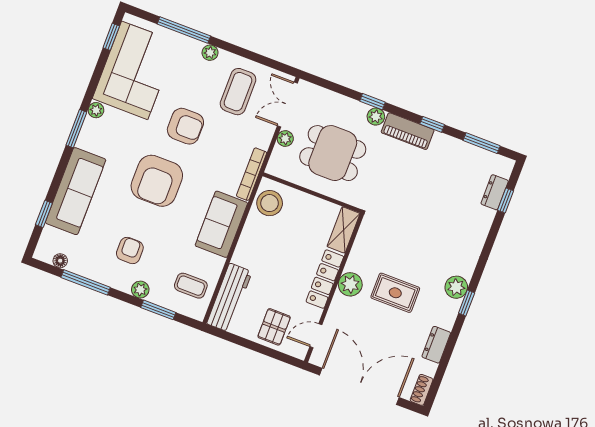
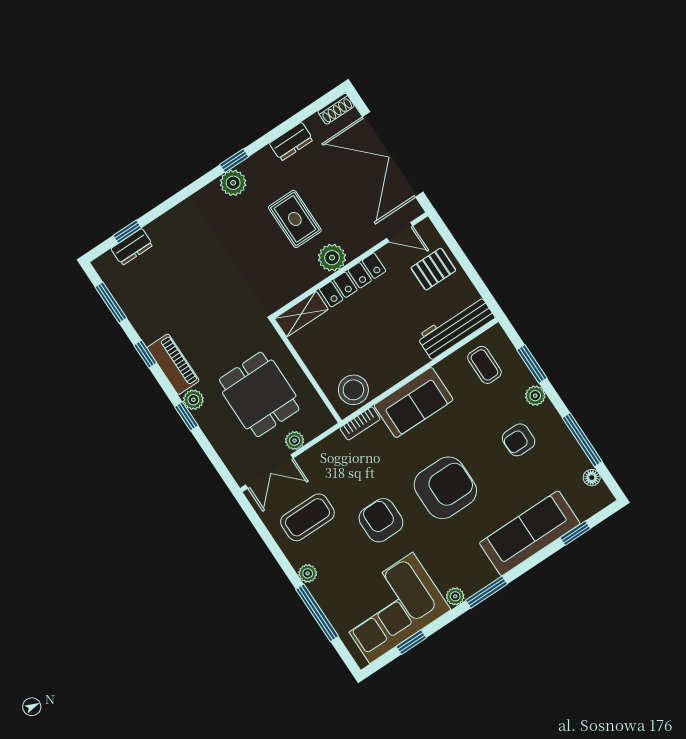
window: (111, 37) -> (411, 642), moved
bookcase: (252, 174) -> (360, 423), width x0.64

